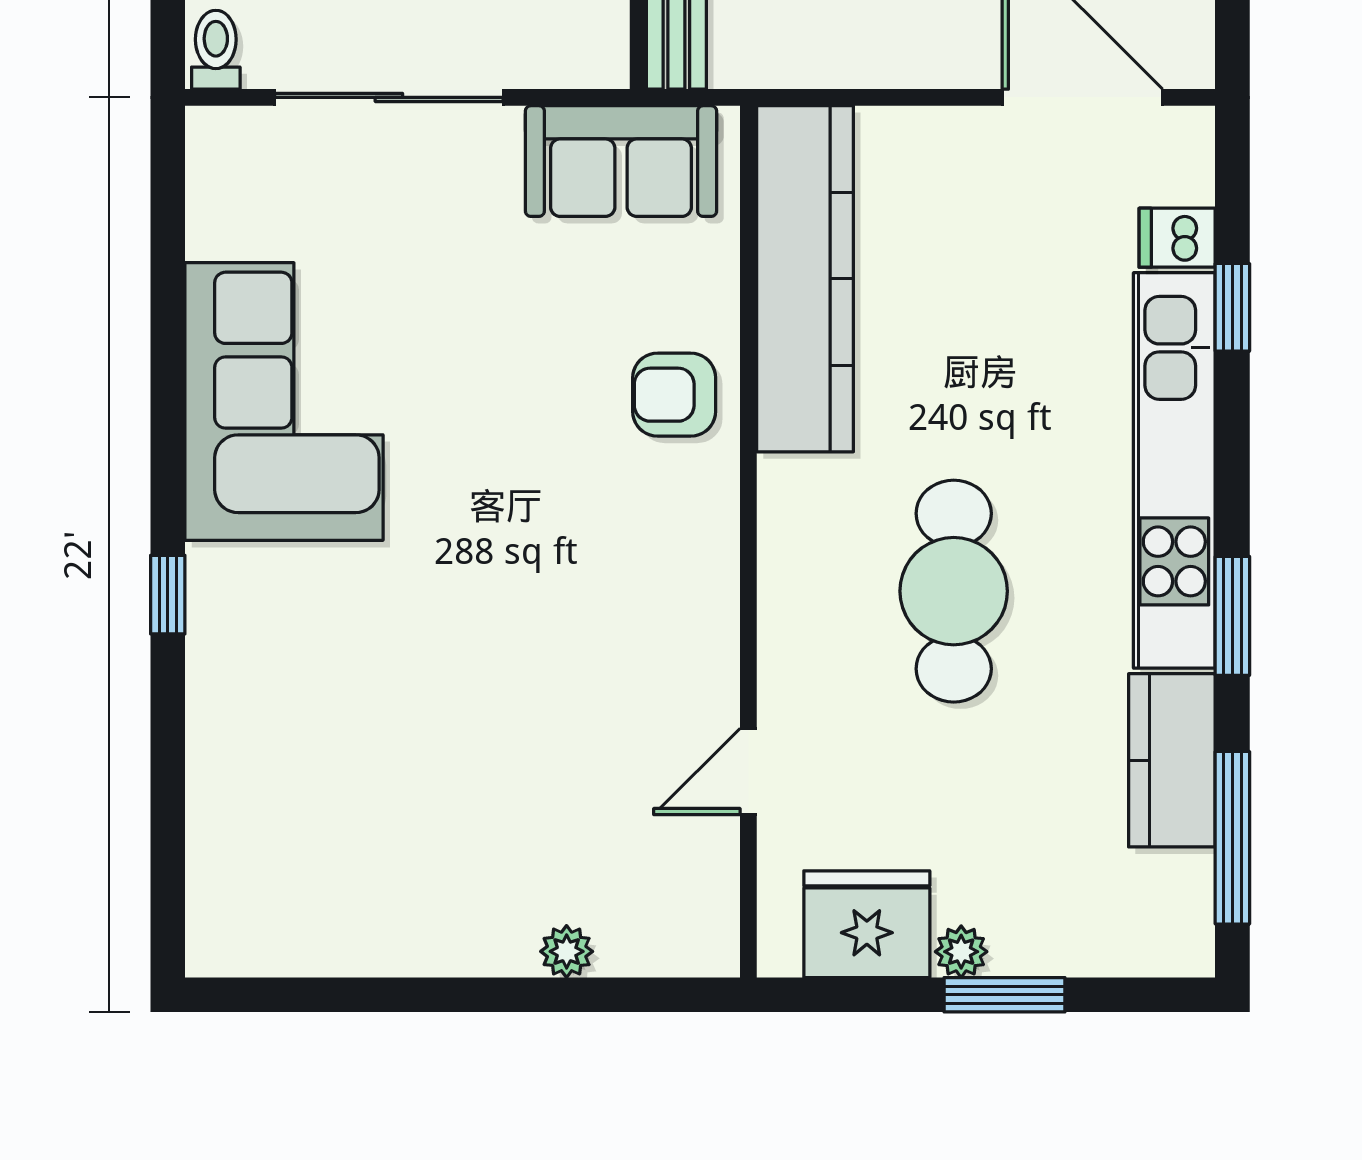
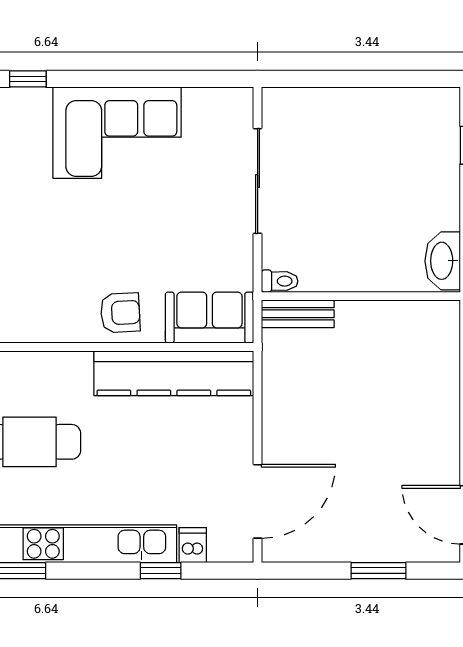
toilet: (216, 50) -> (280, 281), moved
sofa: (621, 161) -> (209, 318), moved, turned 90
armchair: (674, 395) -> (120, 313), turned 87

